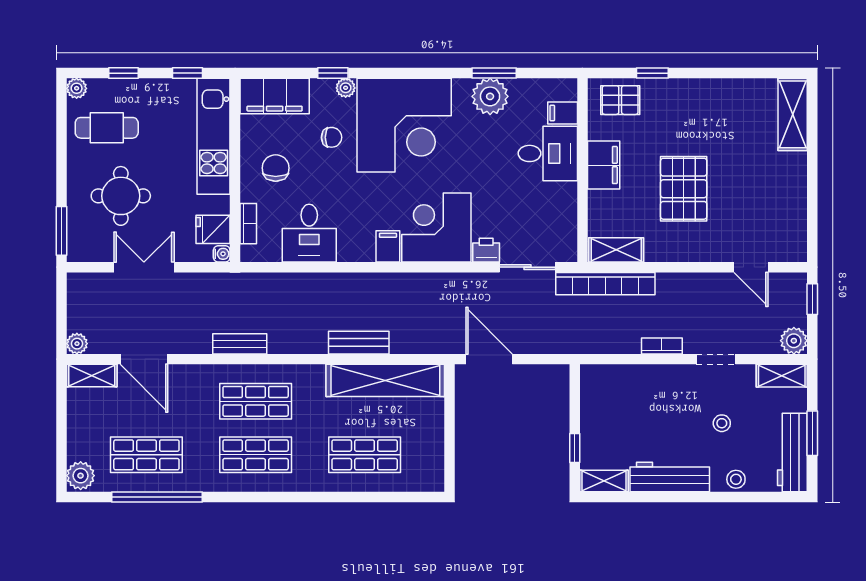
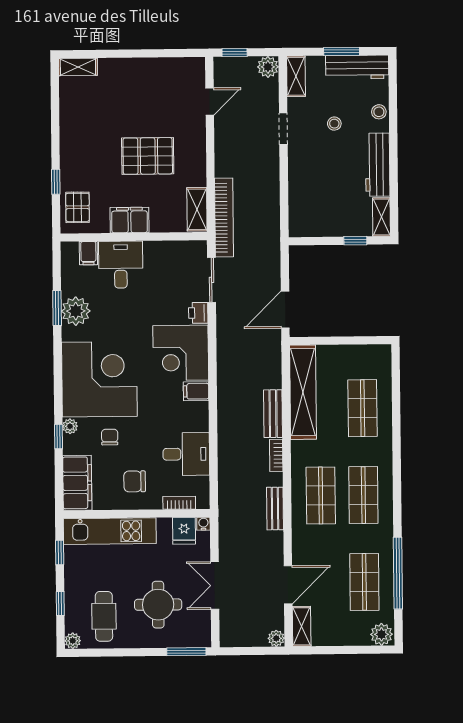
shelving: (793, 114) -> (78, 67), width x0.67, depth x0.75
bookcase: (662, 346) -> (276, 455), moved

